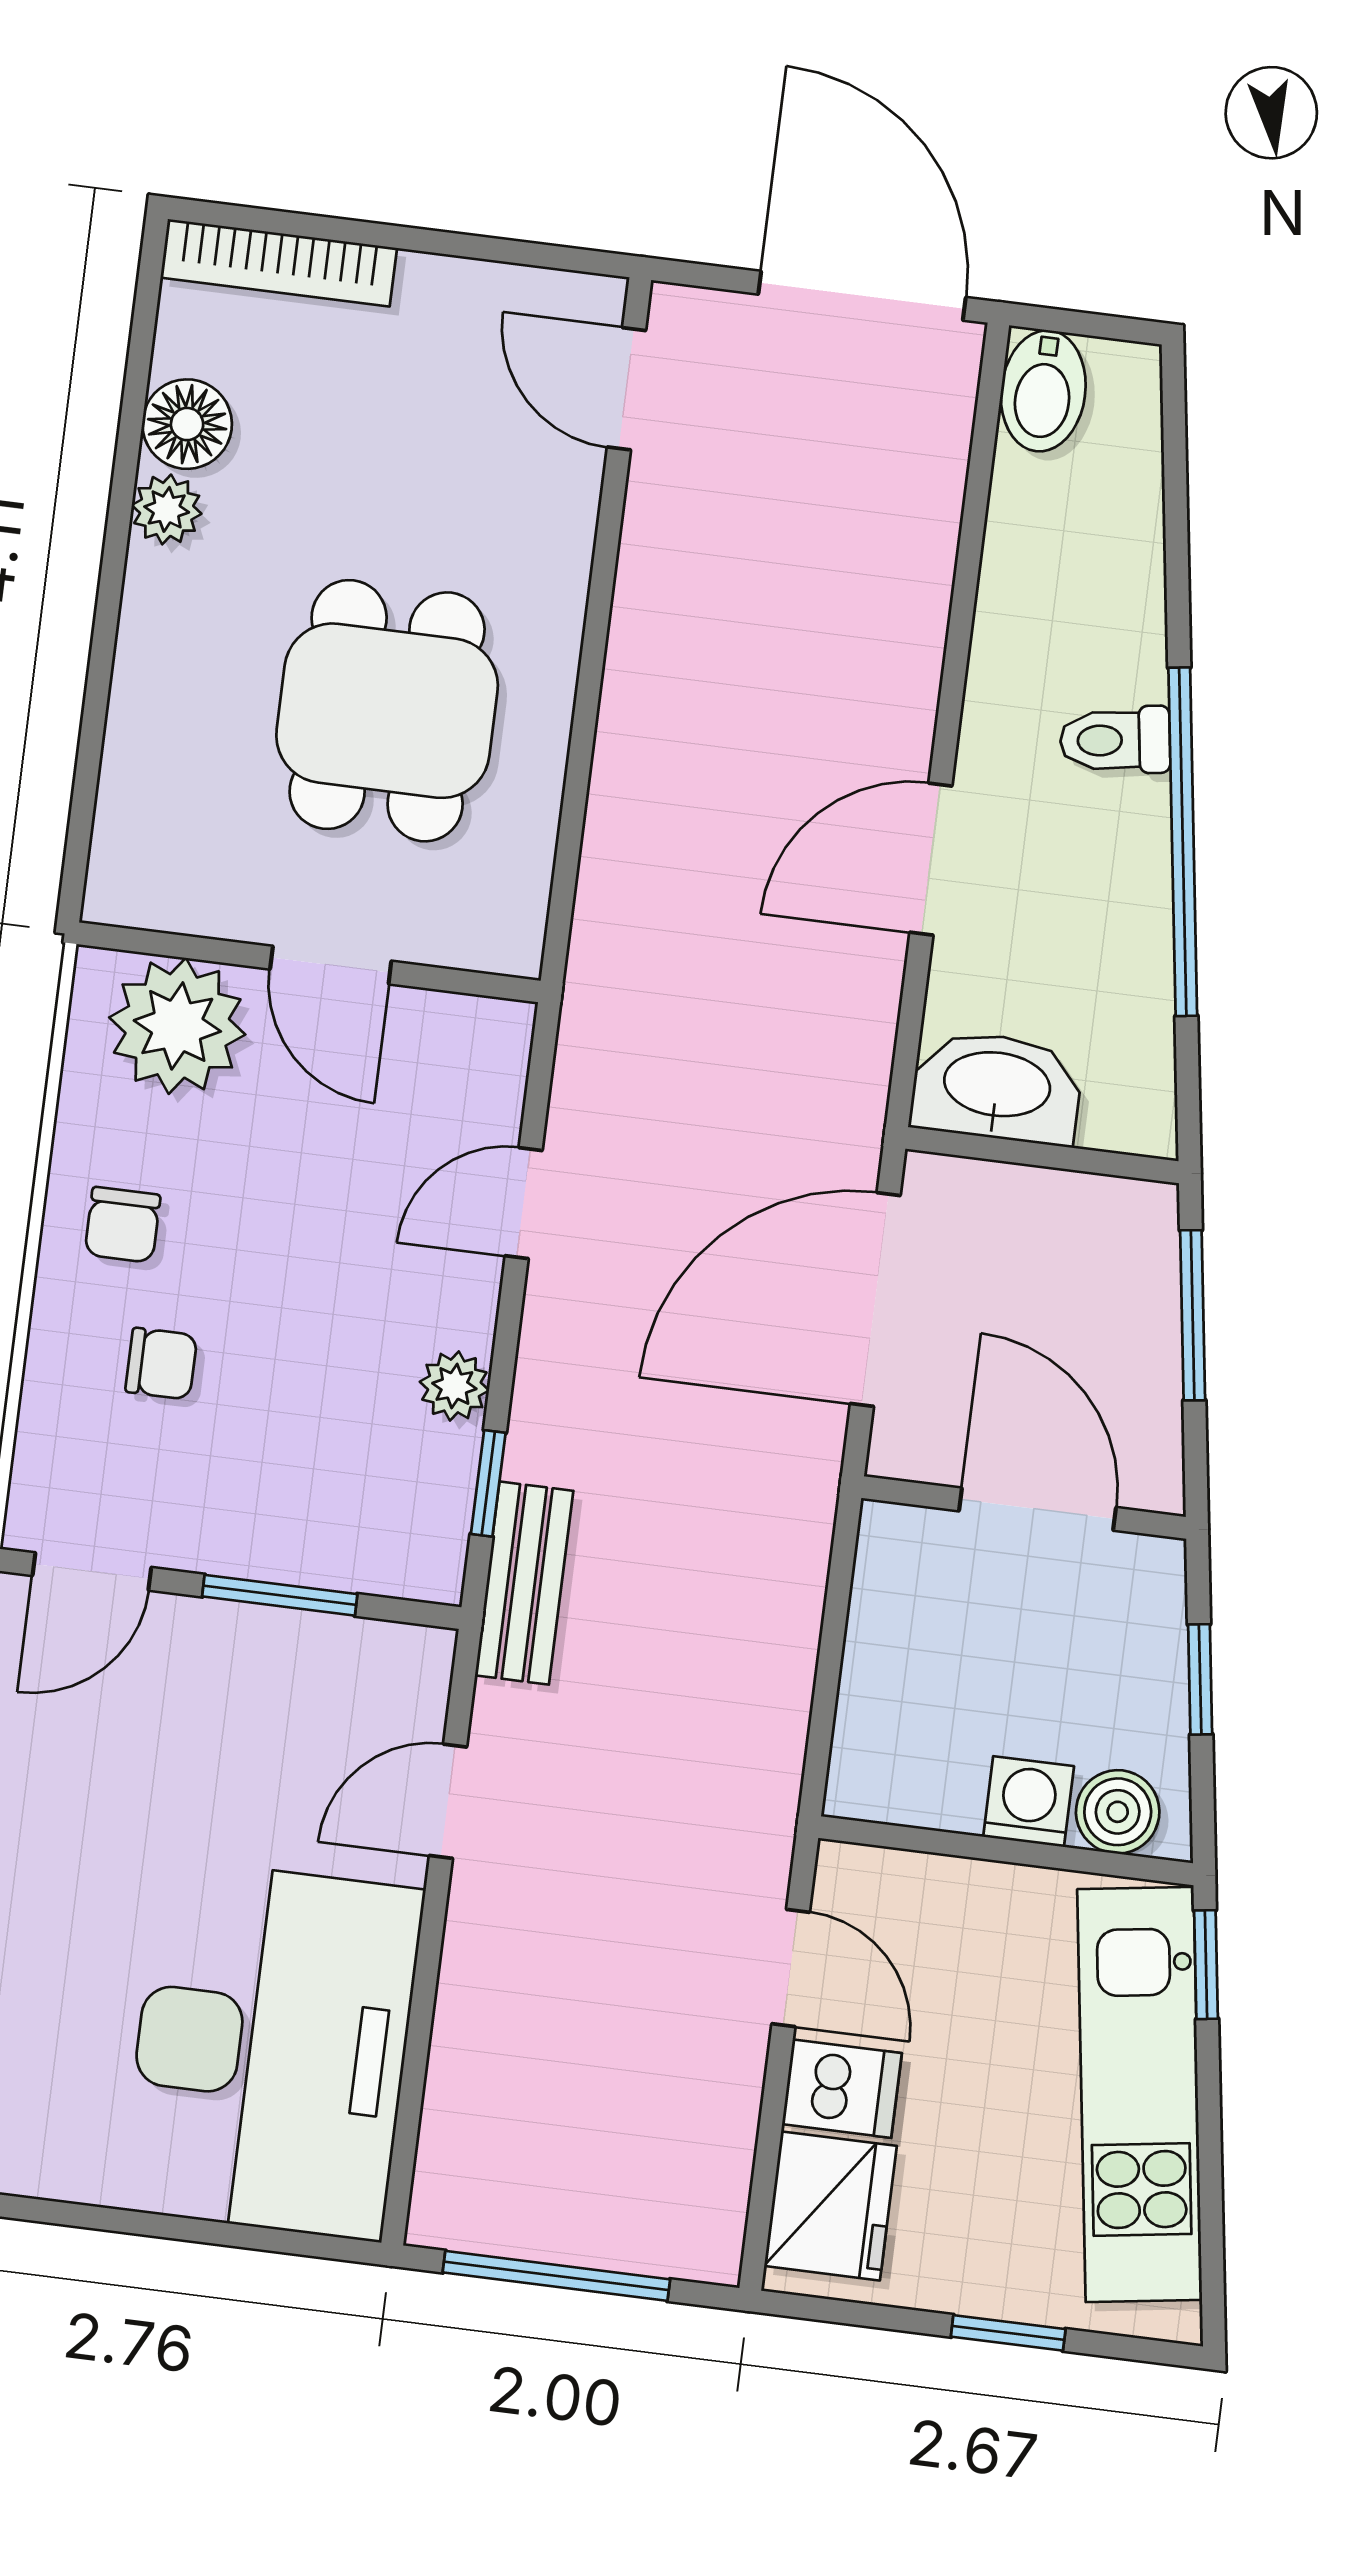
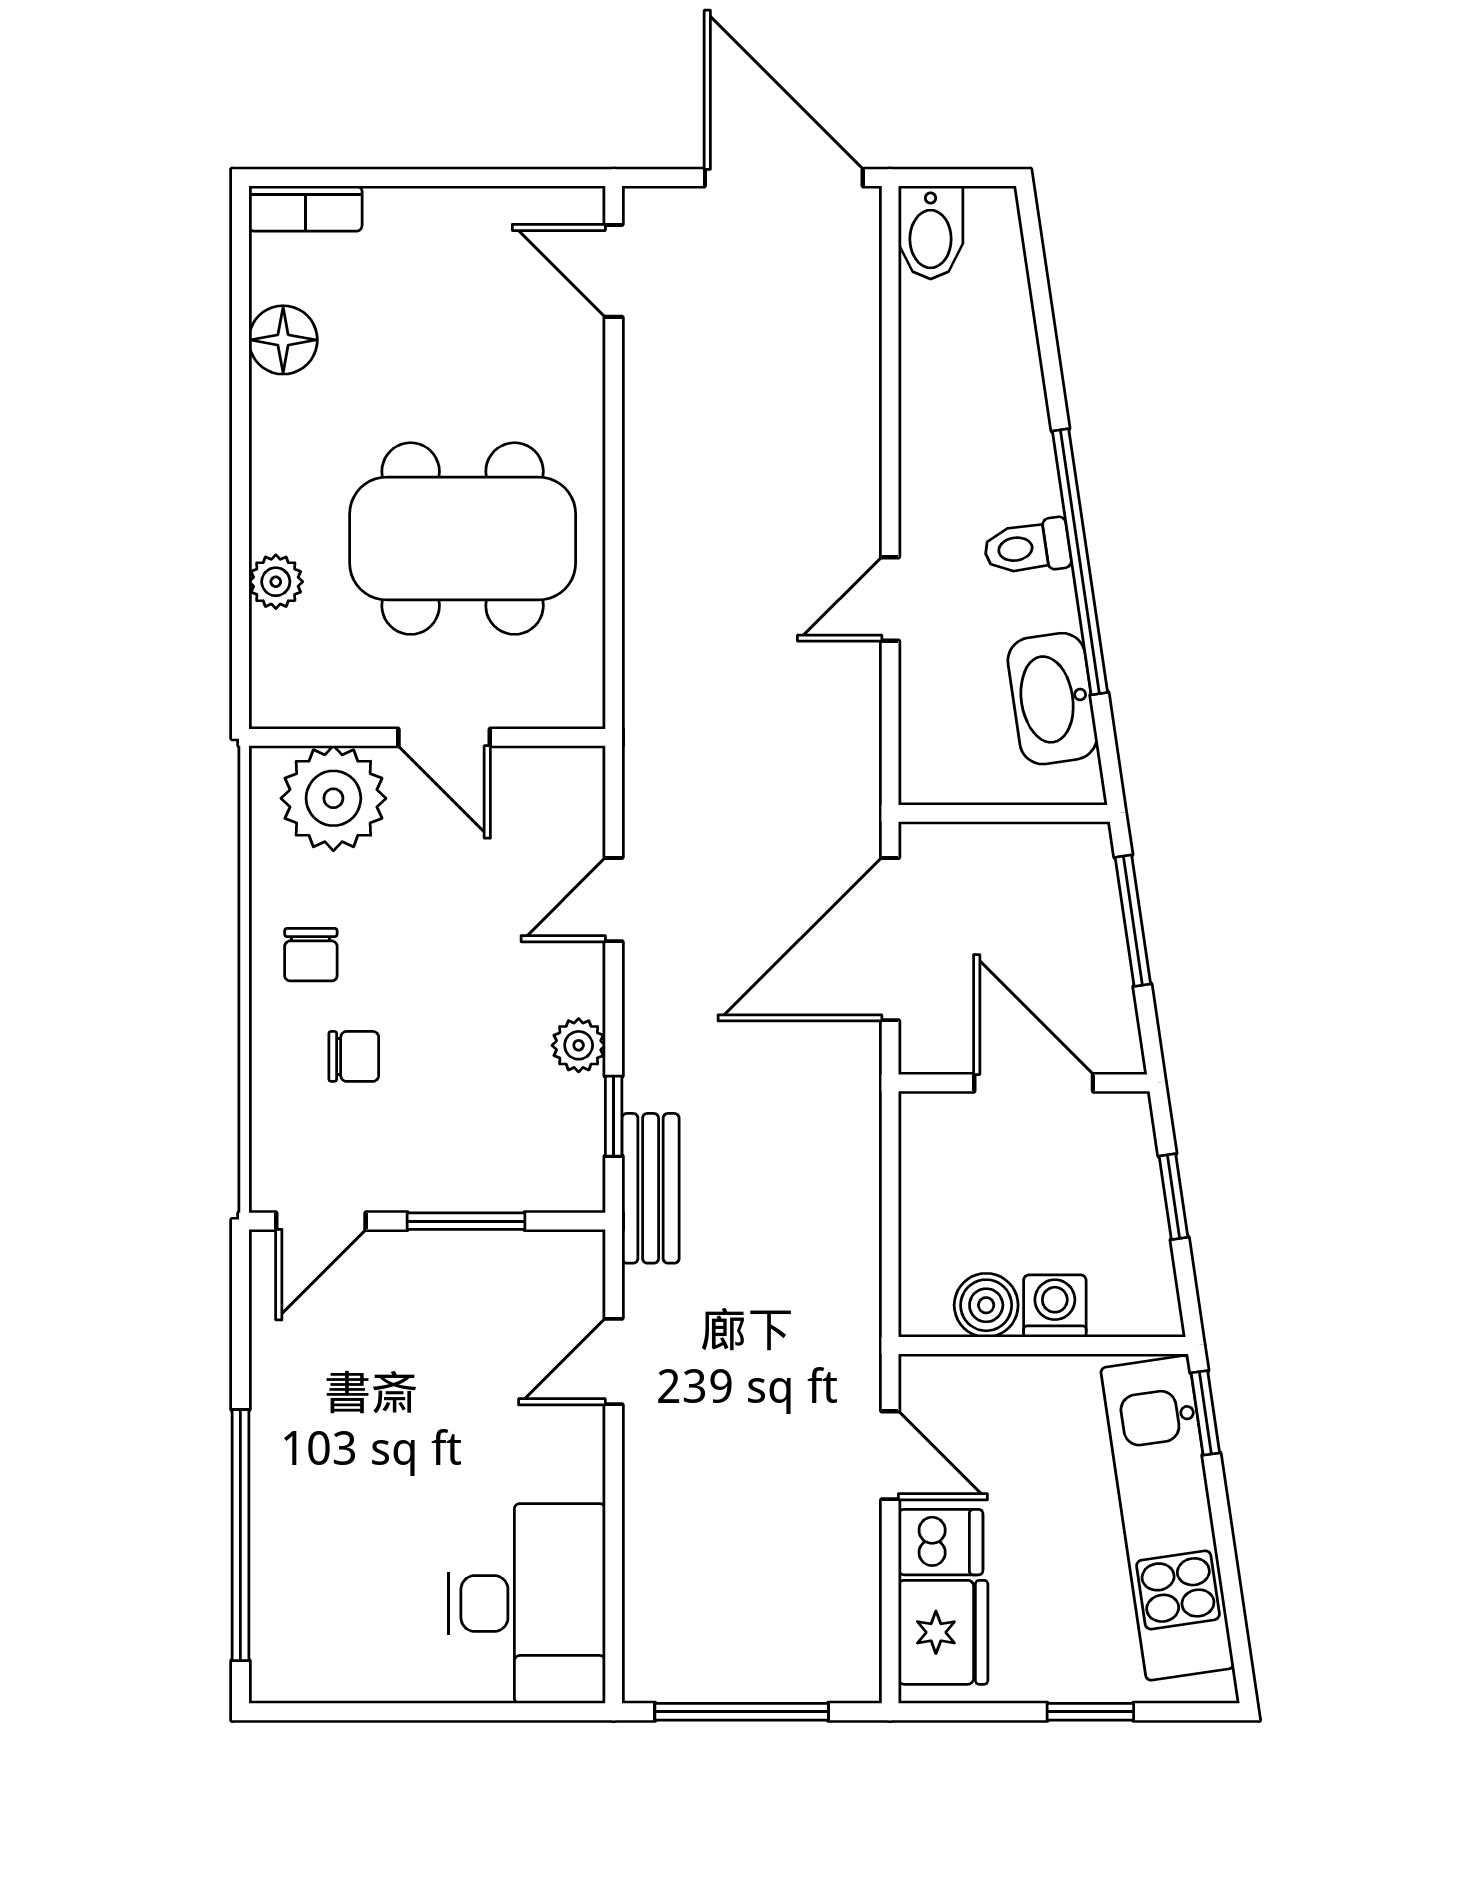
bookcase: (279, 263) -> (305, 209), width x0.64
plant: (167, 509) -> (276, 582), moved
dining table: (387, 711) -> (463, 539), width x1.38
toilet: (1115, 740) -> (1027, 547), moved
door: (931, 859) -> (890, 599), width x0.73
washbasin: (997, 1087) -> (1052, 699), moved, turned -98
boiler: (1118, 1812) -> (986, 1305), moved
desk: (271, 2050) -> (527, 1603), width x0.73, depth x0.77

